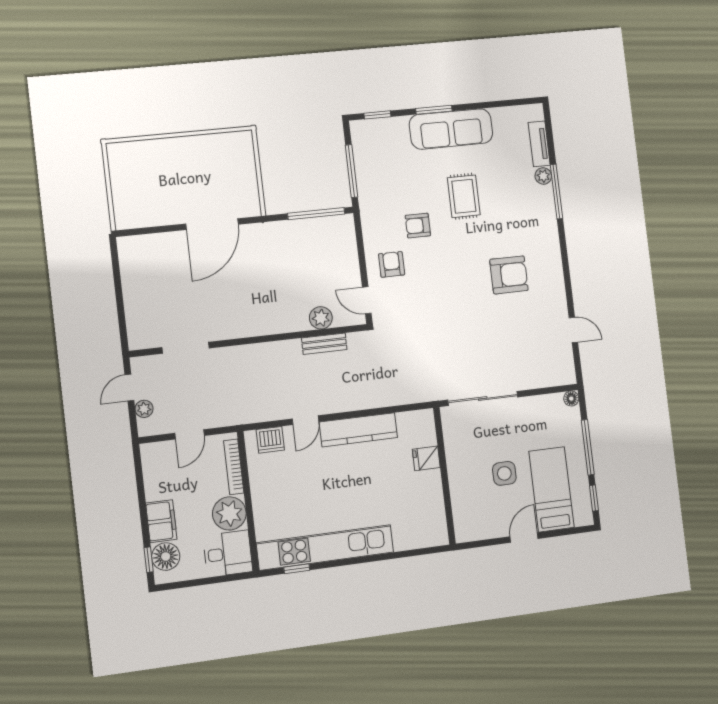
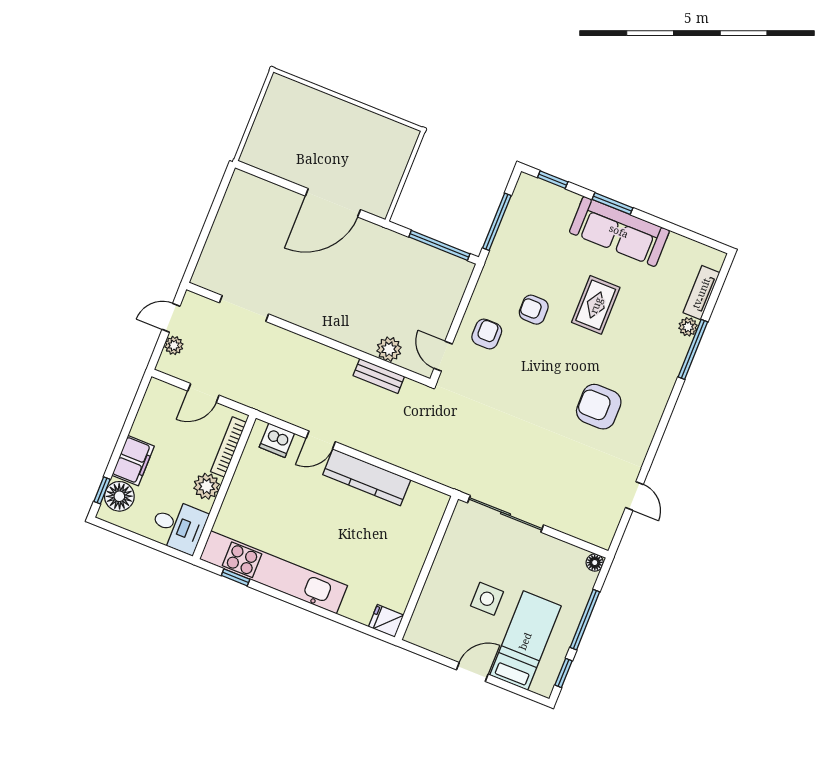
armchair: (509, 275) -> (599, 407), turned 180
fridge: (426, 458) -> (386, 621), moved
plant: (229, 513) -> (207, 486), width x0.73, depth x0.73

